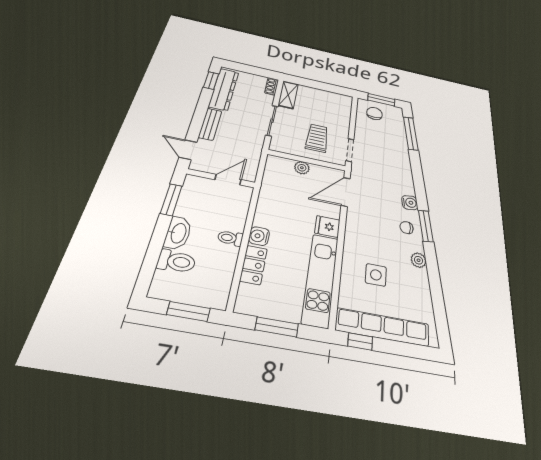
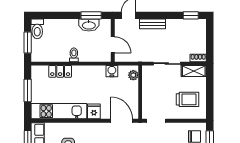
dresser: (224, 89) -> (185, 26), removed
trolley: (317, 138) -> (187, 99), moved
plant: (302, 168) -> (133, 75), moved
washbasin: (178, 233) -> (89, 25), moved
water cooler: (259, 236) -> (112, 71), moved
toilet: (176, 261) -> (37, 29), moved

